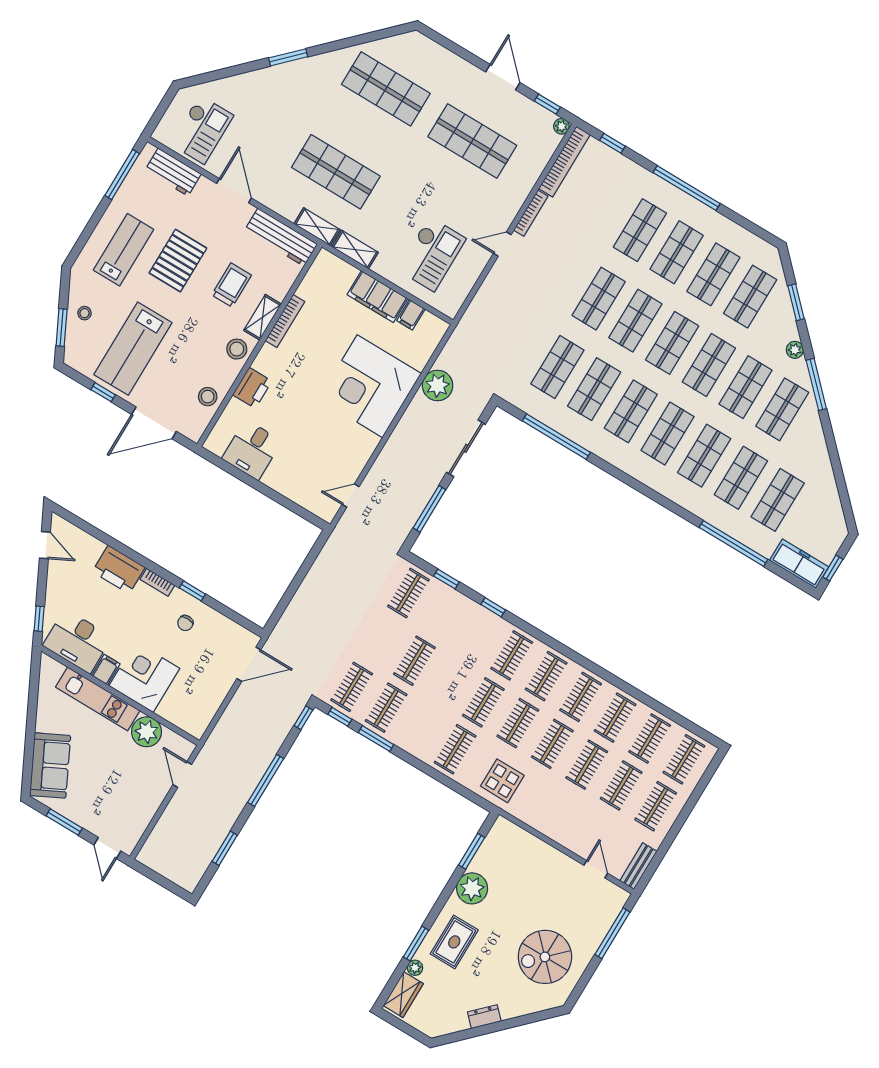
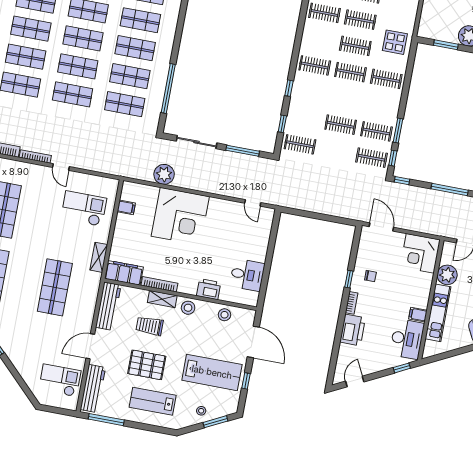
workbench: (173, 172) -> (93, 388), width x1.37
shelving: (317, 227) -> (93, 286), removed
filing cabinet: (377, 297) -> (124, 273), moved, turned -90
clothes rail: (546, 676) -> (320, 39), removed
corner desk: (144, 677) -> (420, 253), moved

